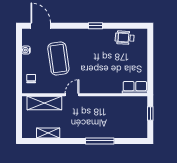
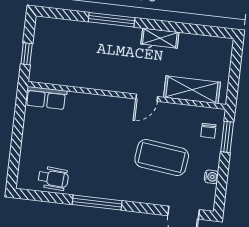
window: (95, 26) -> (97, 203), width x2.17
coffee table: (58, 58) -> (162, 158), turned -75
window: (19, 76) -> (227, 137), added
shelving: (48, 133) -> (160, 38), moved

